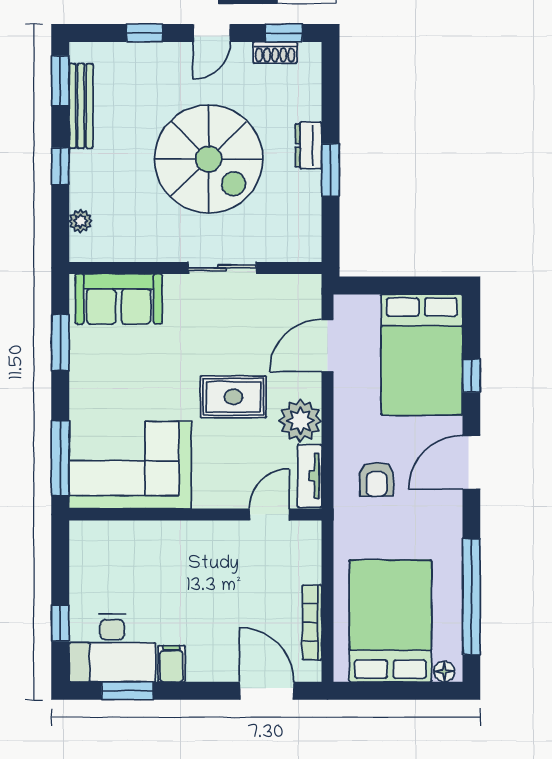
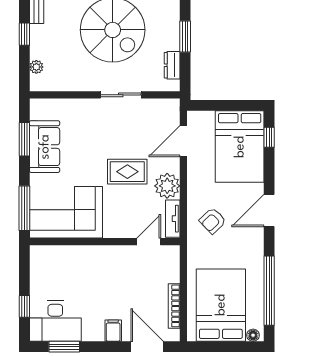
dresser: (308, 145) -> (172, 65), moved
sofa: (119, 299) -> (45, 147), moved, turned -90
window: (471, 376) -> (269, 137), moved
armchair: (377, 479) -> (213, 221), turned 46
filing cabinet: (171, 664) -> (113, 331), moved

